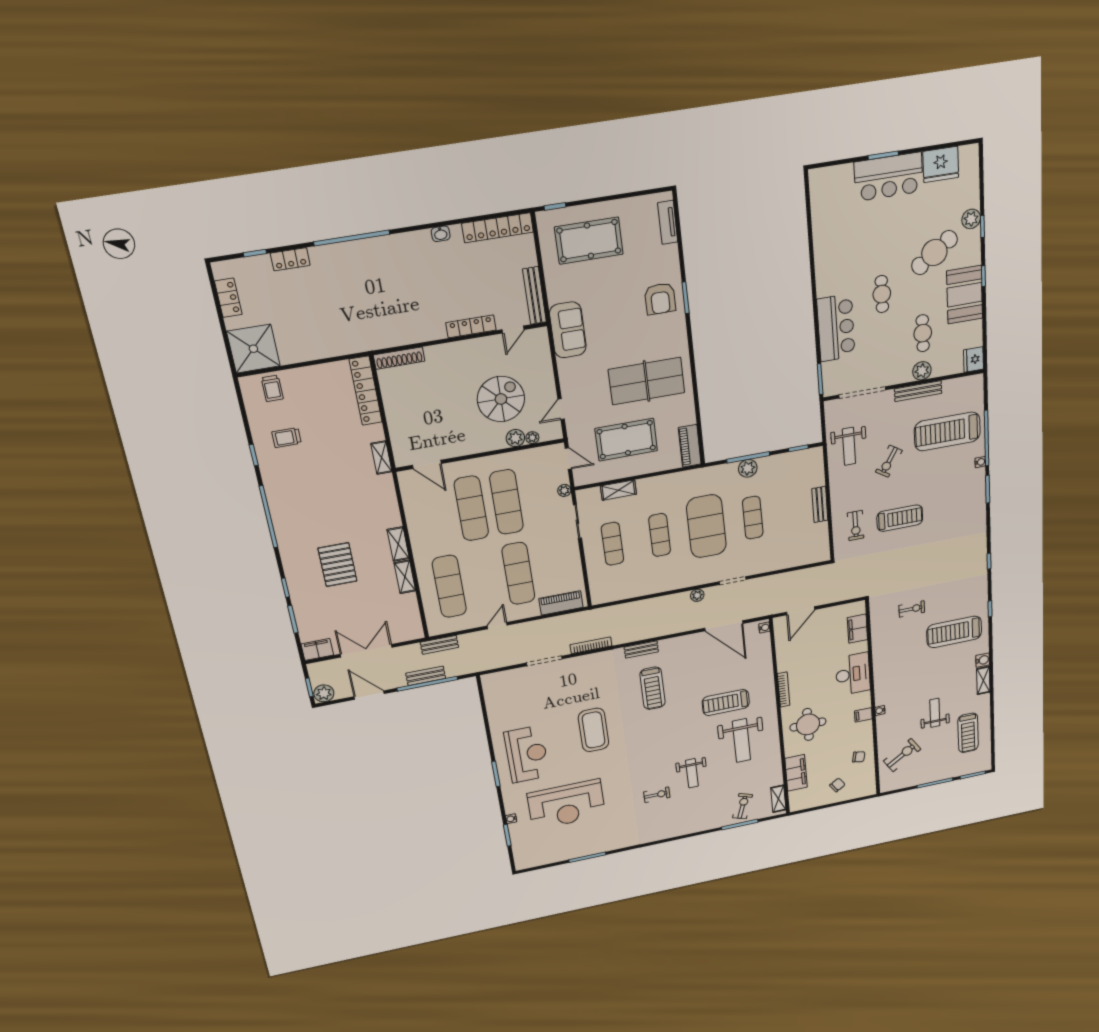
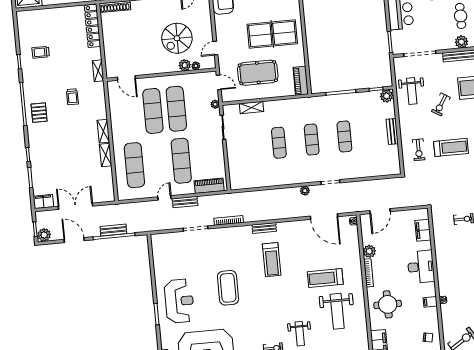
trolley: (272, 388) -> (72, 97), moved
spiral stairs: (501, 399) -> (177, 38), turned 180
plant: (748, 468) -> (387, 96), moved
exercise mat: (706, 526) -> (312, 140), width x0.50, depth x0.69
exercise mat: (612, 544) -> (246, 146), removed
pallet: (337, 565) -> (39, 113), moved, width x0.67, depth x0.71
bench: (439, 645) -> (185, 202), moved
plant: (785, 663) -> (369, 251), added

